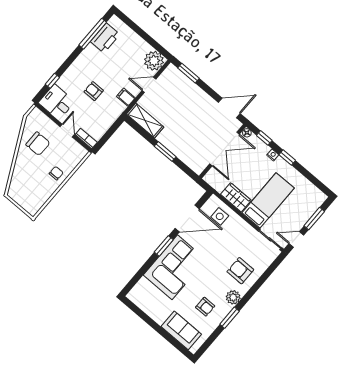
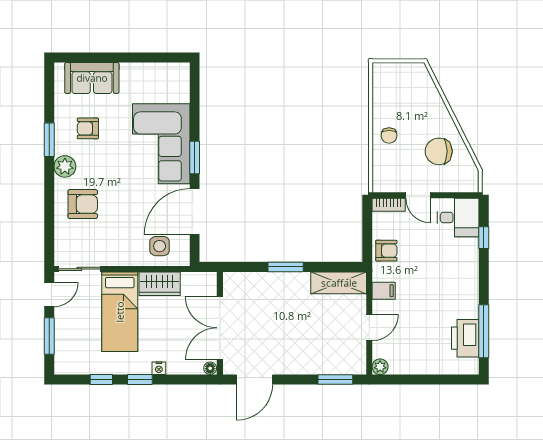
plant: (154, 61) -> (380, 367), width x0.53, depth x0.53
armchair: (94, 91) -> (386, 251), moved
window: (264, 138) -> (101, 380), moved

